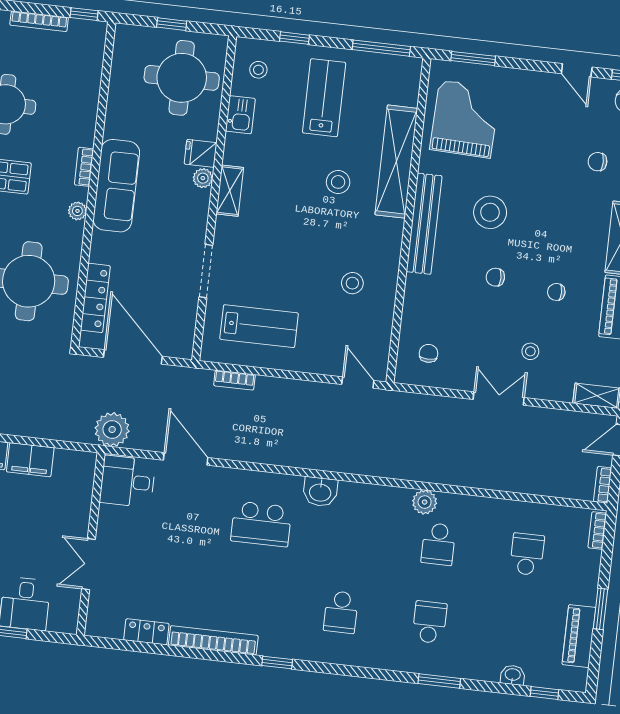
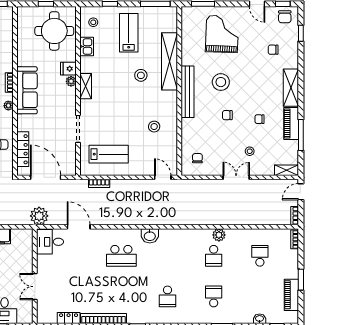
grand piano: (465, 119) -> (222, 34), moved
plant: (425, 502) -> (219, 235), moved

